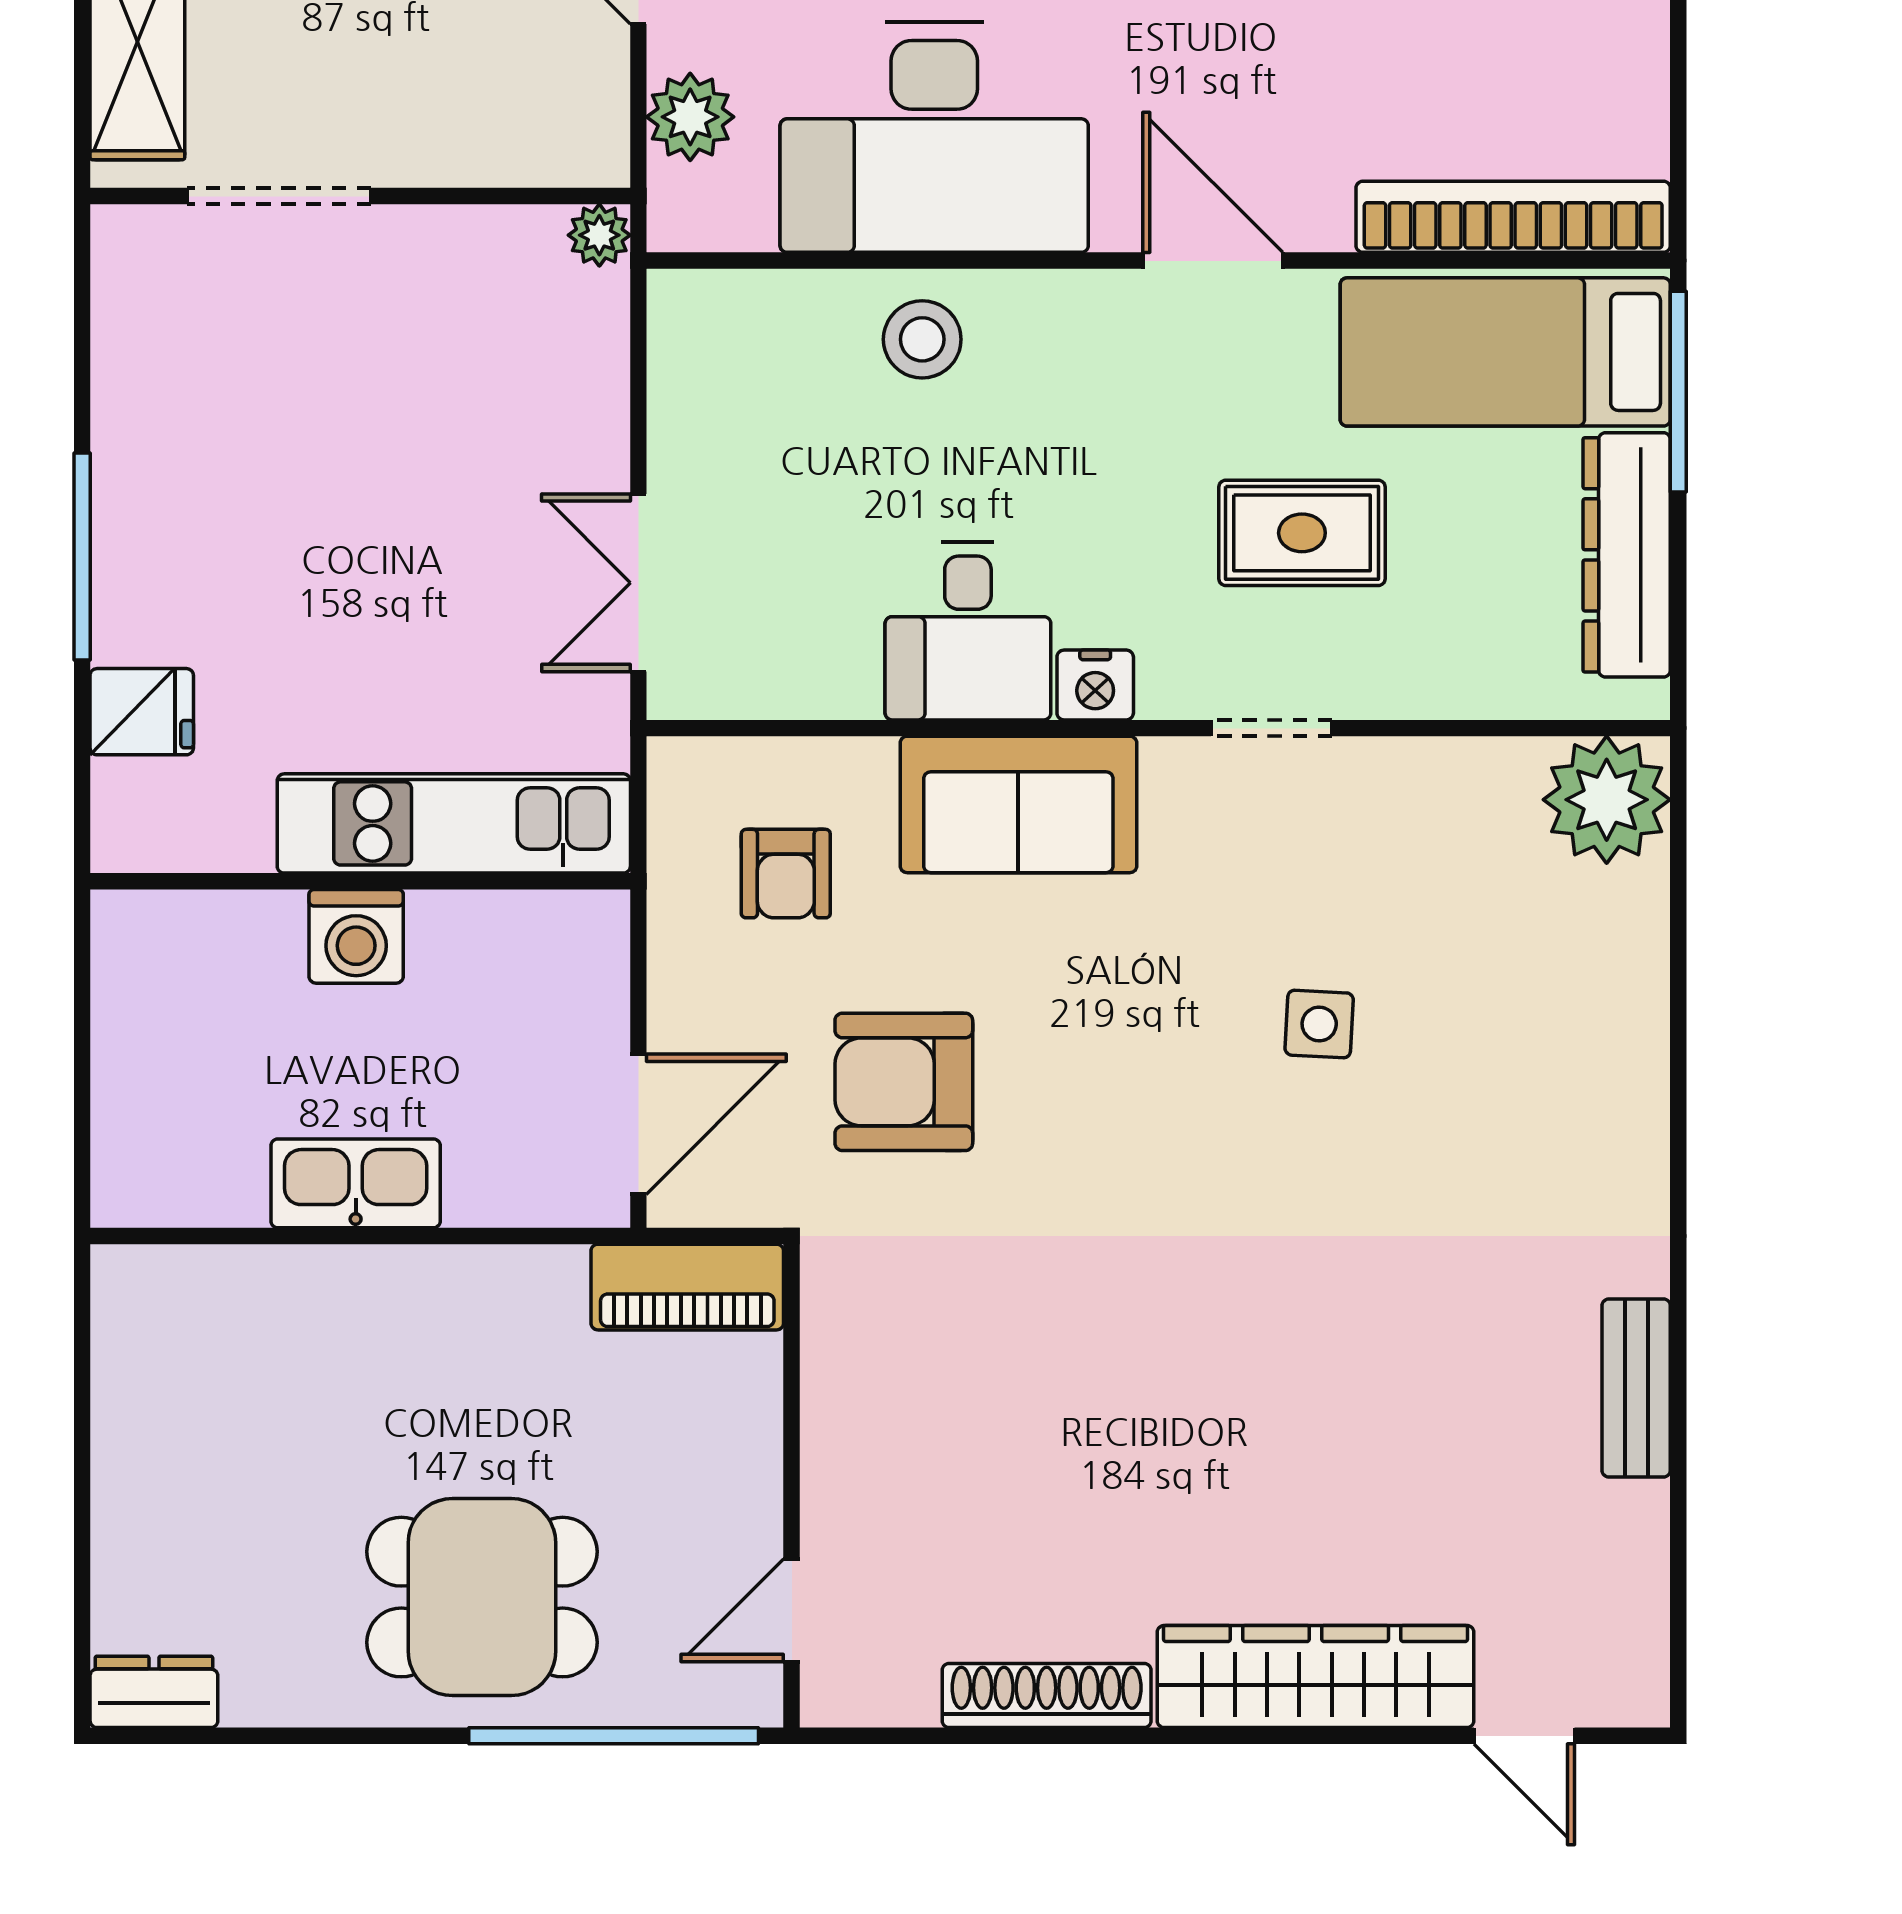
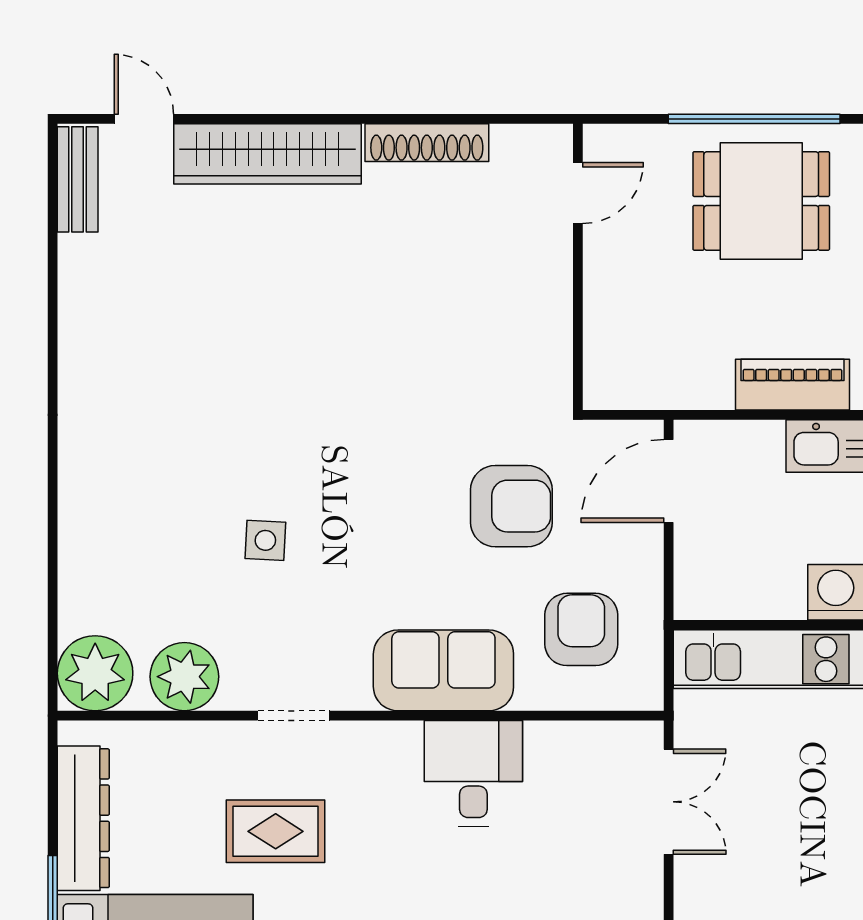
nightstand: (1095, 685) -> (398, 741), removed
plant: (1456, 794) -> (184, 677), added
armchair: (786, 874) -> (581, 629), width x1.38, depth x1.38
piano: (687, 1287) -> (792, 385), moved
bench: (1636, 1388) -> (78, 179), moved
window: (614, 1736) -> (754, 119), moved

